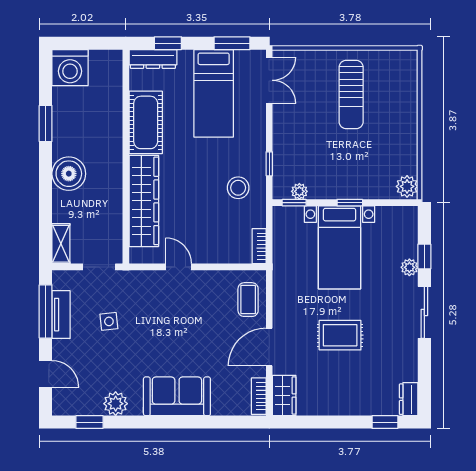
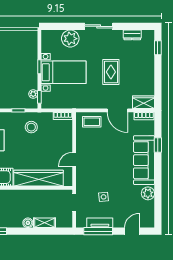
boiler: (69, 174) -> (28, 223), width x0.54, depth x0.54
plant: (407, 186) -> (31, 36), removed
shelving: (61, 244) -> (44, 223), moved
window: (424, 256) -> (68, 26), removed
plant: (409, 267) -> (70, 39), width x1.88, depth x1.88
sofa: (177, 396) -> (144, 160), width x1.36
dresser: (409, 399) -> (132, 35), moved
window: (90, 422) -> (158, 145), moved

